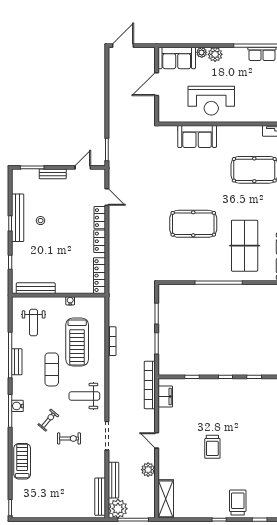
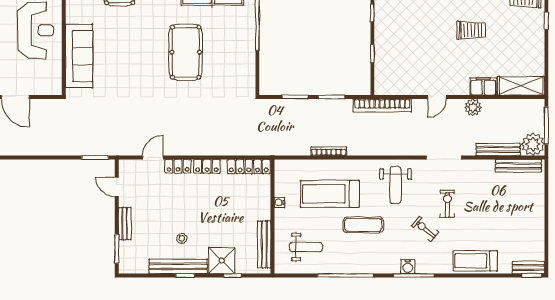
sofa: (197, 136) -> (79, 56), width x1.36
shower: (22, 253) -> (222, 261), added
treadmill: (77, 342) -> (330, 194), turned 180
bench: (17, 362) -> (528, 268), moved
filing cabinet: (165, 397) -> (483, 86), moved
door: (157, 440) -> (437, 97), moved
trolley: (212, 447) -> (471, 30), moved
plant: (148, 470) -> (473, 107), moved

